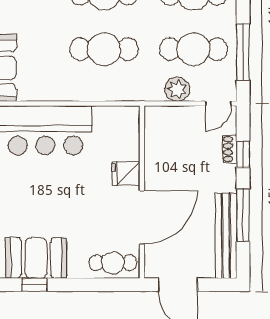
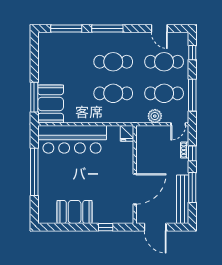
fridge: (126, 174) -> (127, 133), moved, turned -90
cafe table: (113, 263) -> (118, 215), removed
window: (34, 285) -> (106, 227), moved

